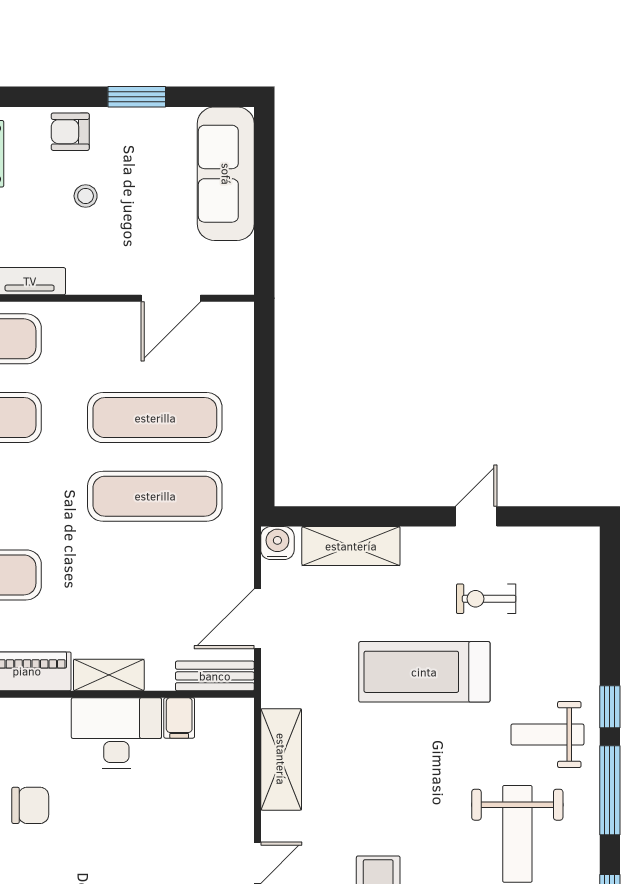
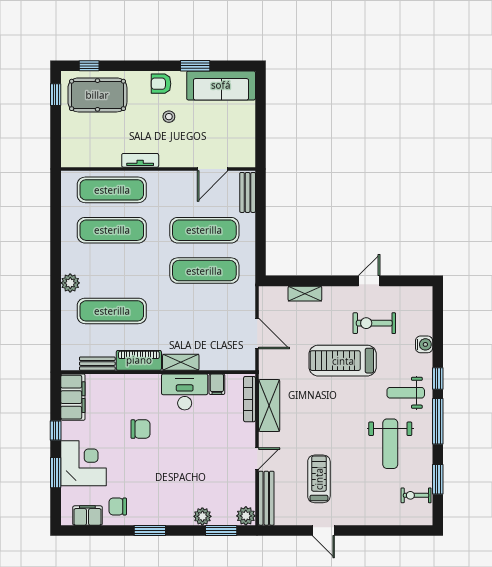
sofa: (226, 174) -> (221, 85), moved, turned -90
water cooler: (277, 543) -> (424, 344), moved, turned 90
shelving: (351, 546) -> (305, 294), width x0.67, depth x0.75
exercise bike: (486, 599) -> (374, 323), width x1.38, depth x1.39
door: (257, 619) -> (257, 333), swing flipped
bench: (215, 676) -> (248, 192), moved, turned 90
bookcase: (243, 747) -> (249, 399), added

